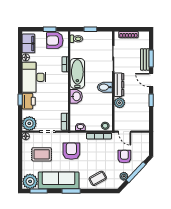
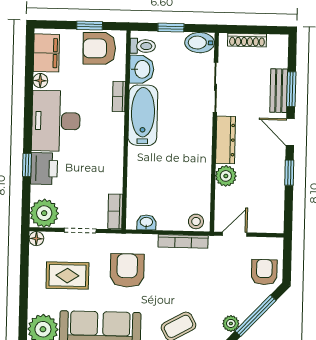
bidet: (105, 87) -> (200, 43), moved
washbasin: (76, 96) -> (142, 69), moved
door: (125, 132) -> (235, 234), swing flipped
armchair: (124, 157) -> (264, 272), moved

